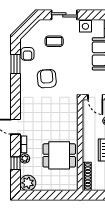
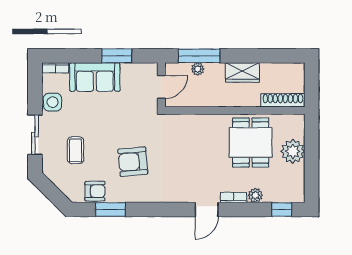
window: (16, 163) -> (282, 209), moved
plant: (28, 183) -> (293, 151), moved

